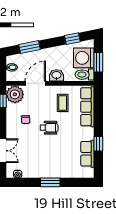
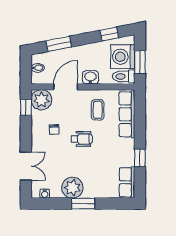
row of seats: (87, 154) -> (127, 182), moved
plant: (41, 169) -> (72, 188), added

